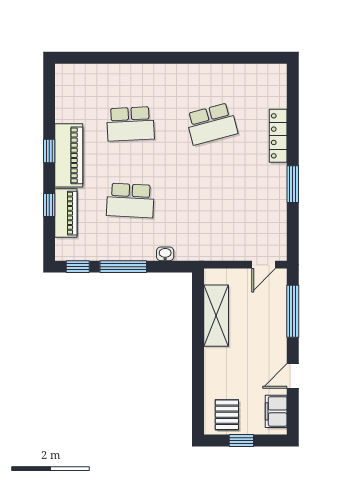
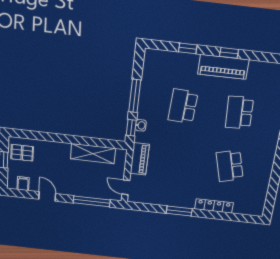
piano: (66, 213) -> (140, 159), moved, turned -90
window: (78, 267) -> (131, 128), moved
filing cabinet: (276, 411) -> (23, 184), width x0.50

